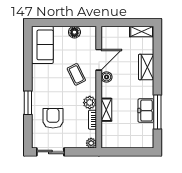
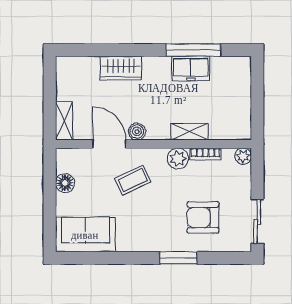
shelving: (142, 32) -> (64, 121), moved

